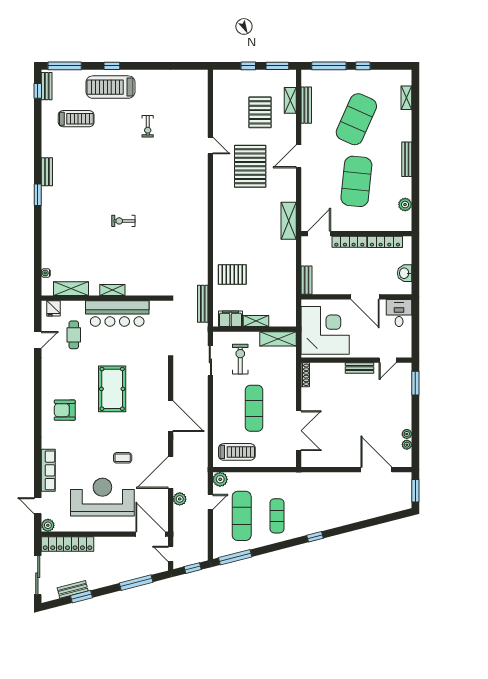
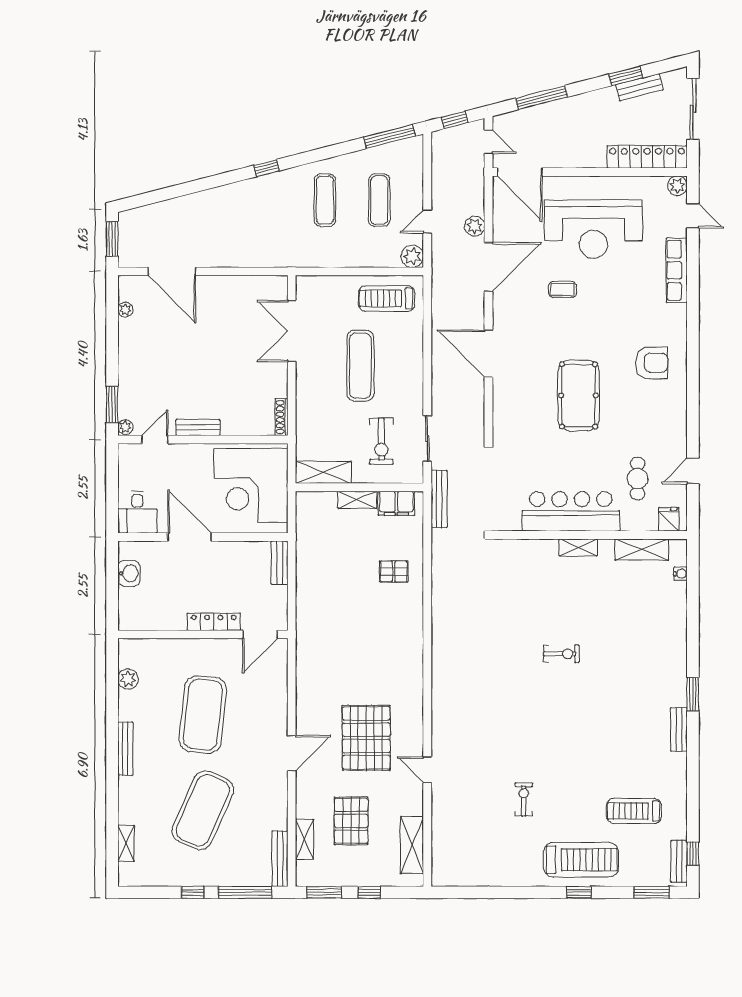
window: (65, 66) -> (651, 892), width x0.69
bench: (306, 105) -> (280, 859), moved
shelving: (289, 221) -> (412, 845), moved
locker: (385, 242) -> (159, 622), removed
pallet: (232, 274) -> (394, 572), width x0.67, depth x0.71
bench: (203, 304) -> (439, 499), moved
plant: (407, 434) -> (125, 427), moved
exercise mat: (242, 516) -> (379, 200), width x0.73, depth x0.69

